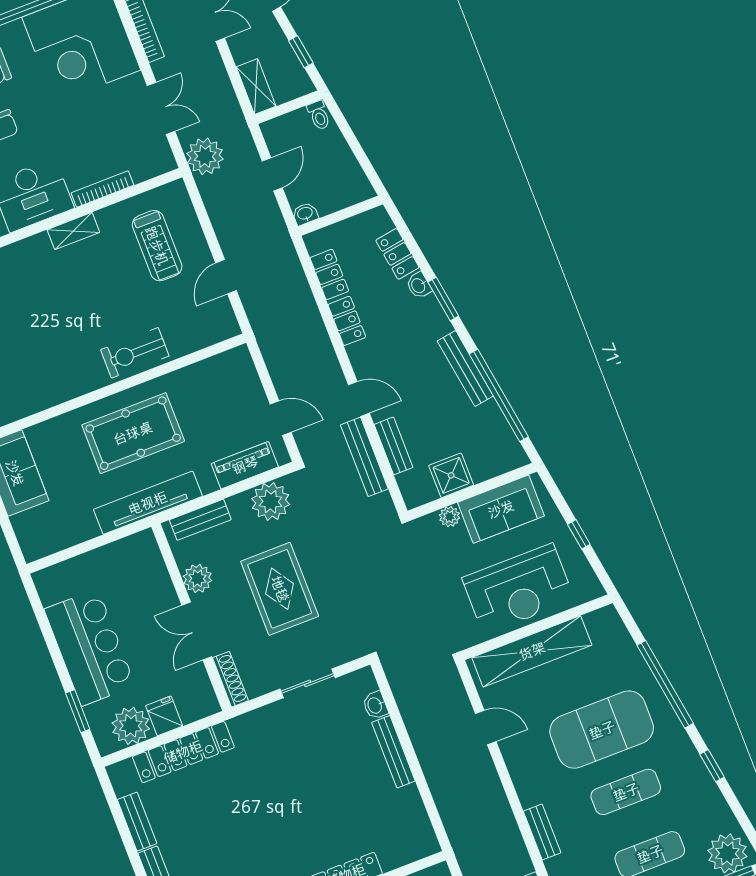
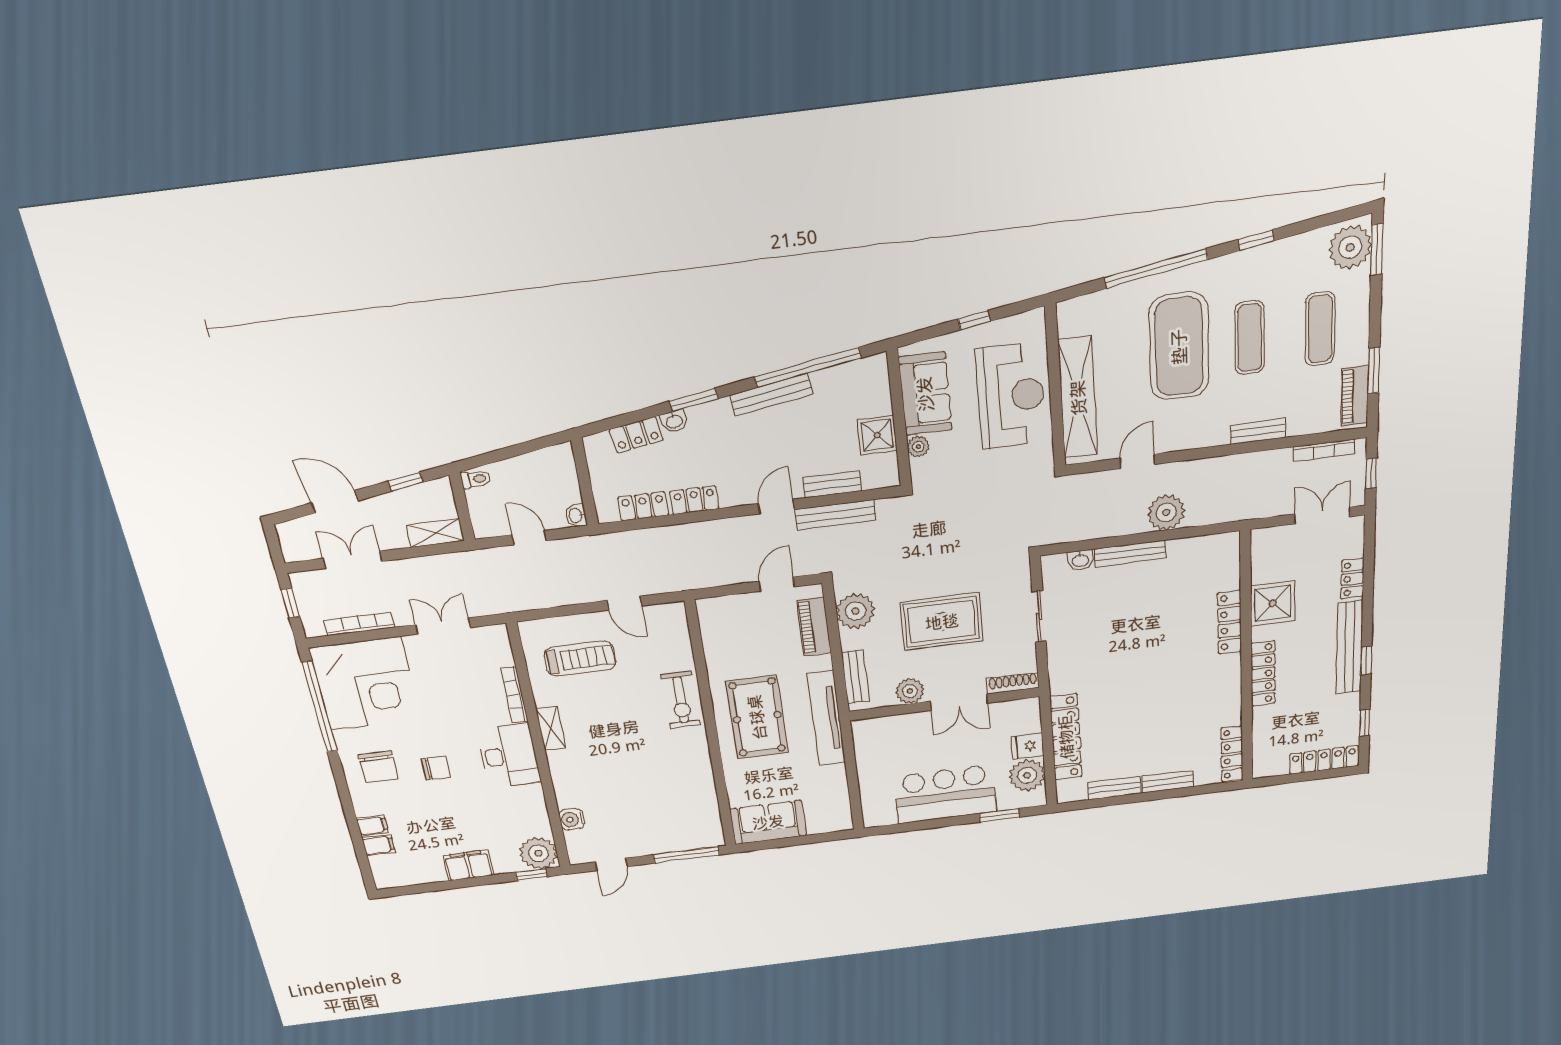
plant: (205, 156) -> (1166, 513), moved

